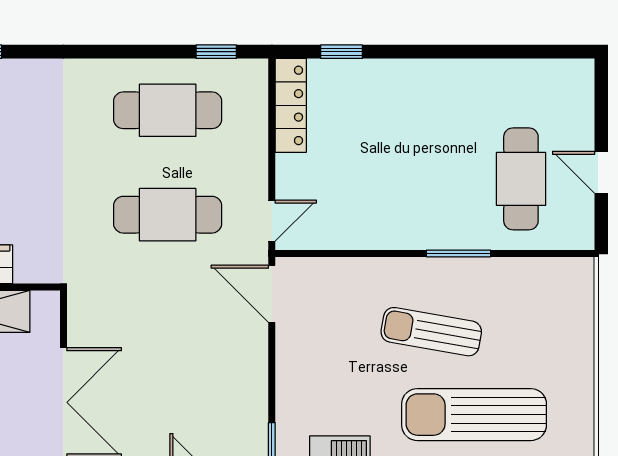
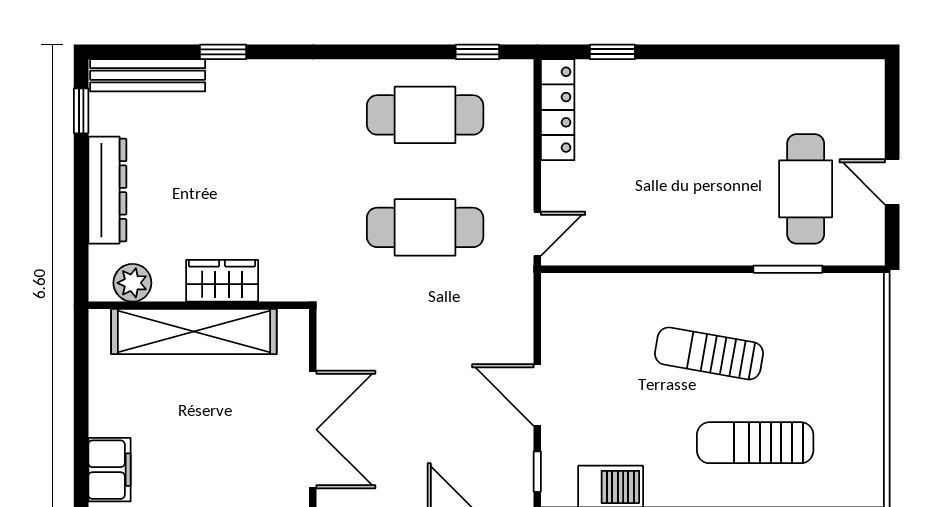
window: (458, 253) -> (788, 269), moved
door: (272, 294) -> (537, 395), moved
sun lounger: (474, 415) -> (755, 443), width x0.73, depth x0.75

